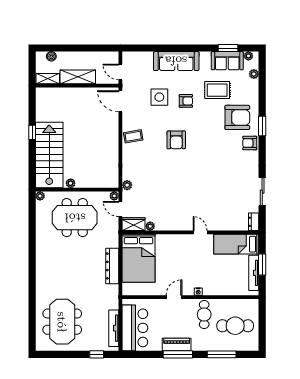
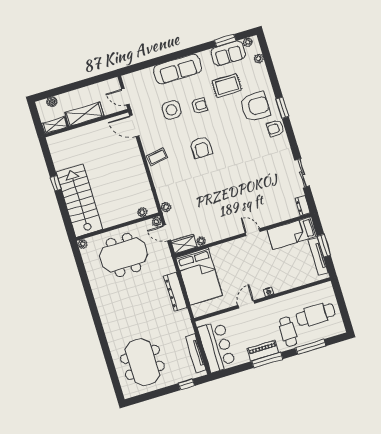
plant: (71, 183) -> (142, 212), moved
cafe table: (204, 315) -> (288, 332), moved

